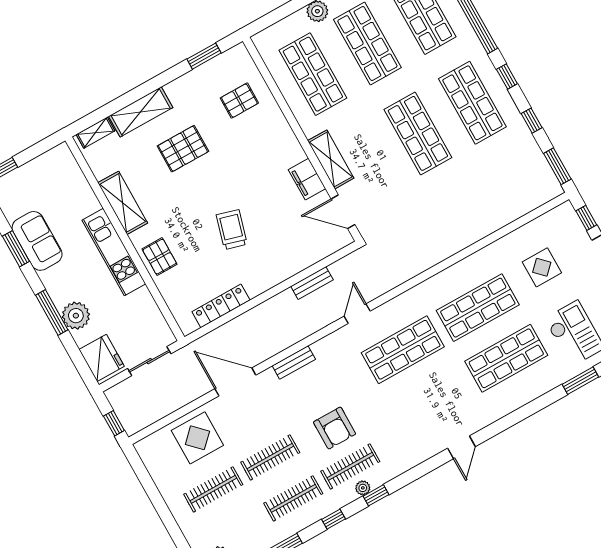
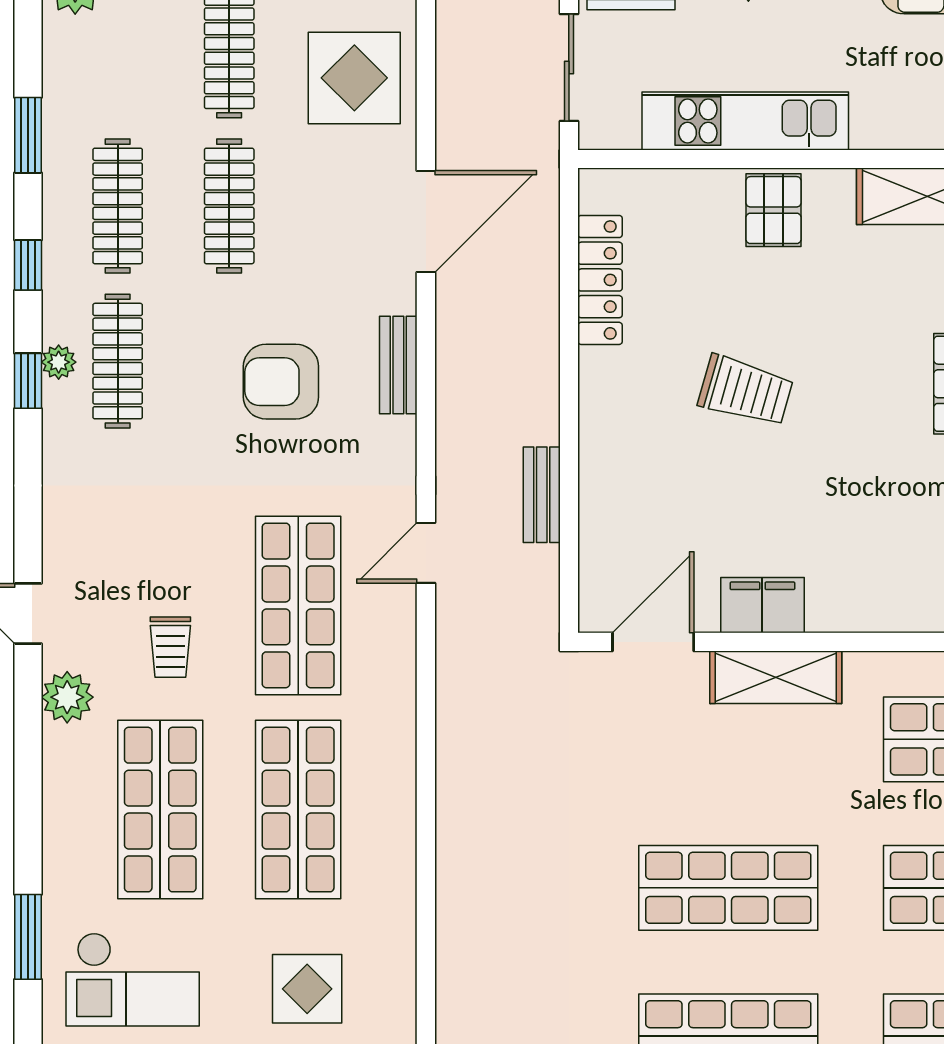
kitchen unit: (114, 252) -> (745, 121), moved
pallet: (160, 257) -> (773, 210), turned 90
door: (357, 314) -> (426, 553), swing flipped
trolley: (444, 388) -> (170, 647), added
plant: (484, 416) -> (67, 697), added
armchair: (335, 428) -> (281, 382), moved

